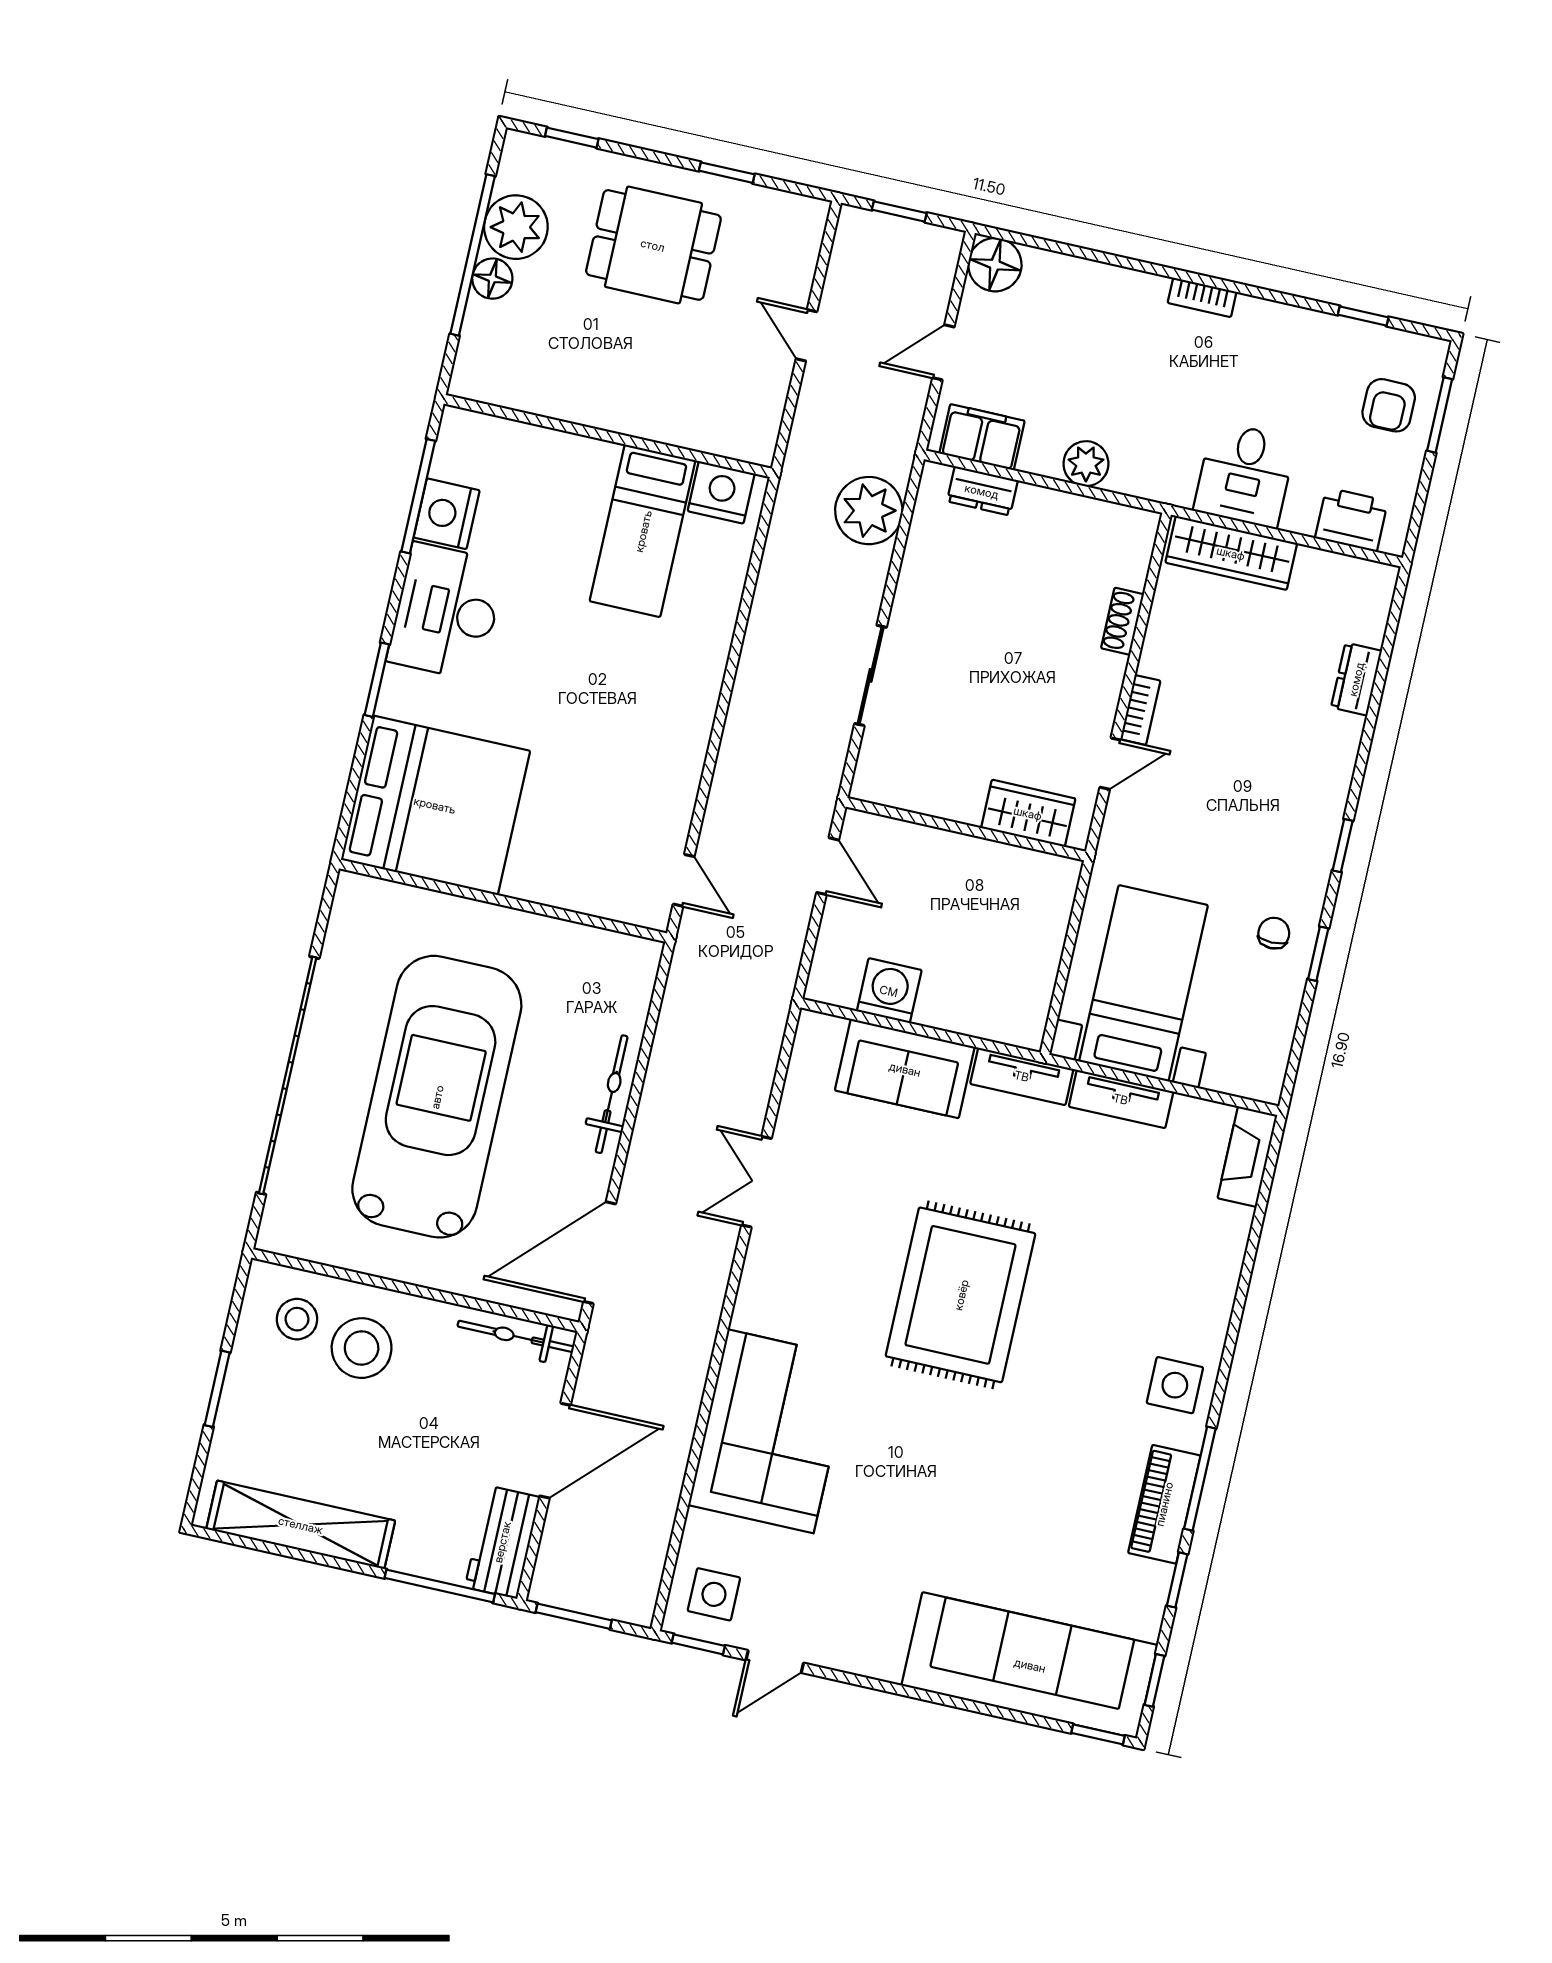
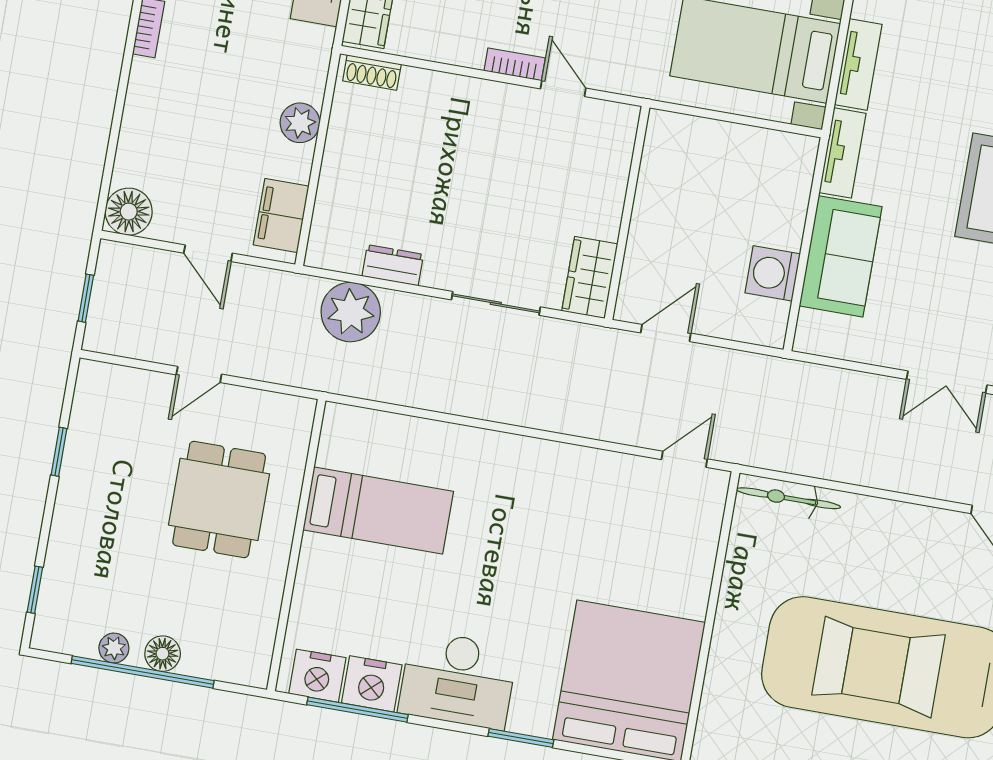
plant: (516, 227) -> (114, 648), width x0.53, depth x0.53
dining table: (653, 245) -> (219, 499), moved
dresser: (982, 491) -> (393, 265), moved, turned -90
nightstand: (721, 492) -> (317, 676), moved, turned -90
shoe rack: (1122, 621) -> (372, 72), moved
wardrobe: (1028, 813) -> (590, 278), moved
bicycle: (612, 1094) -> (788, 498), moved

